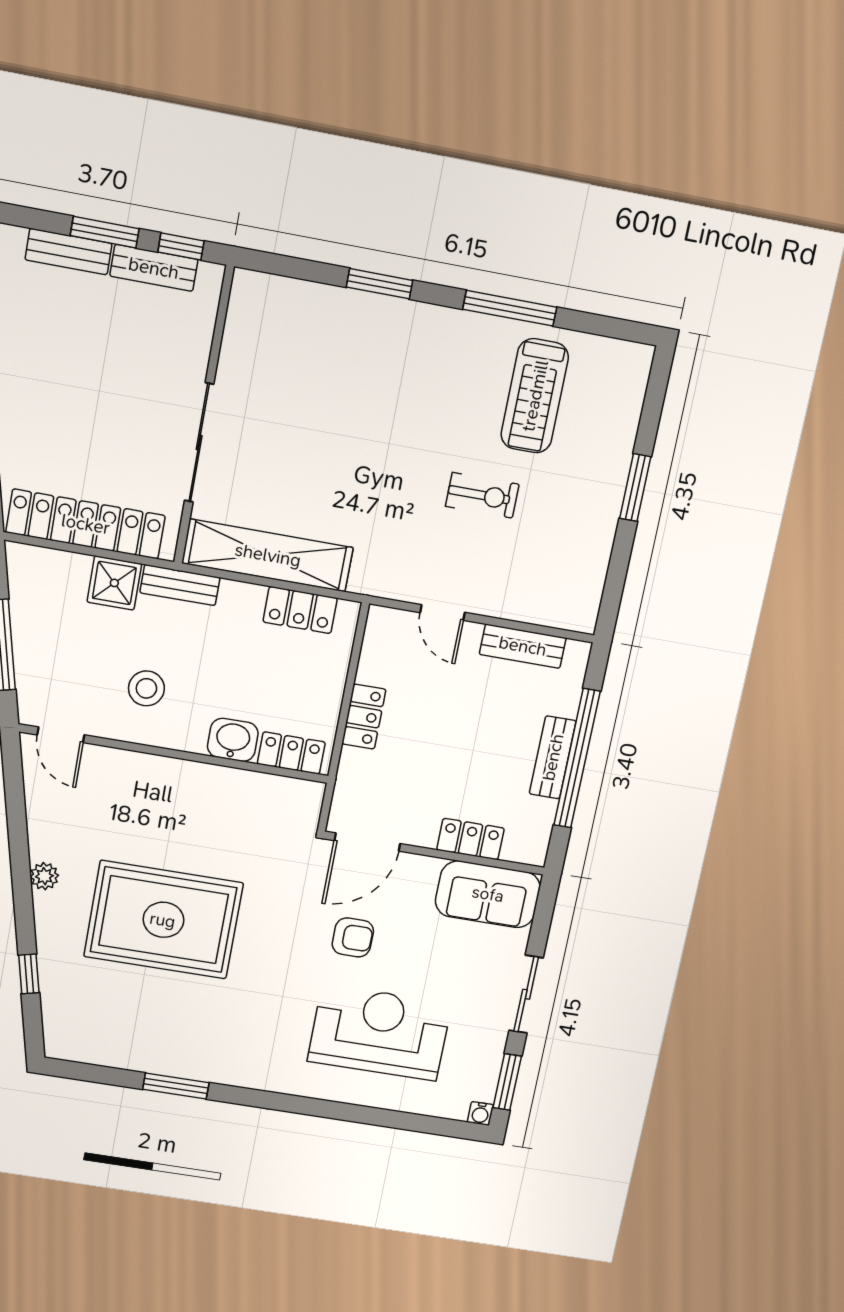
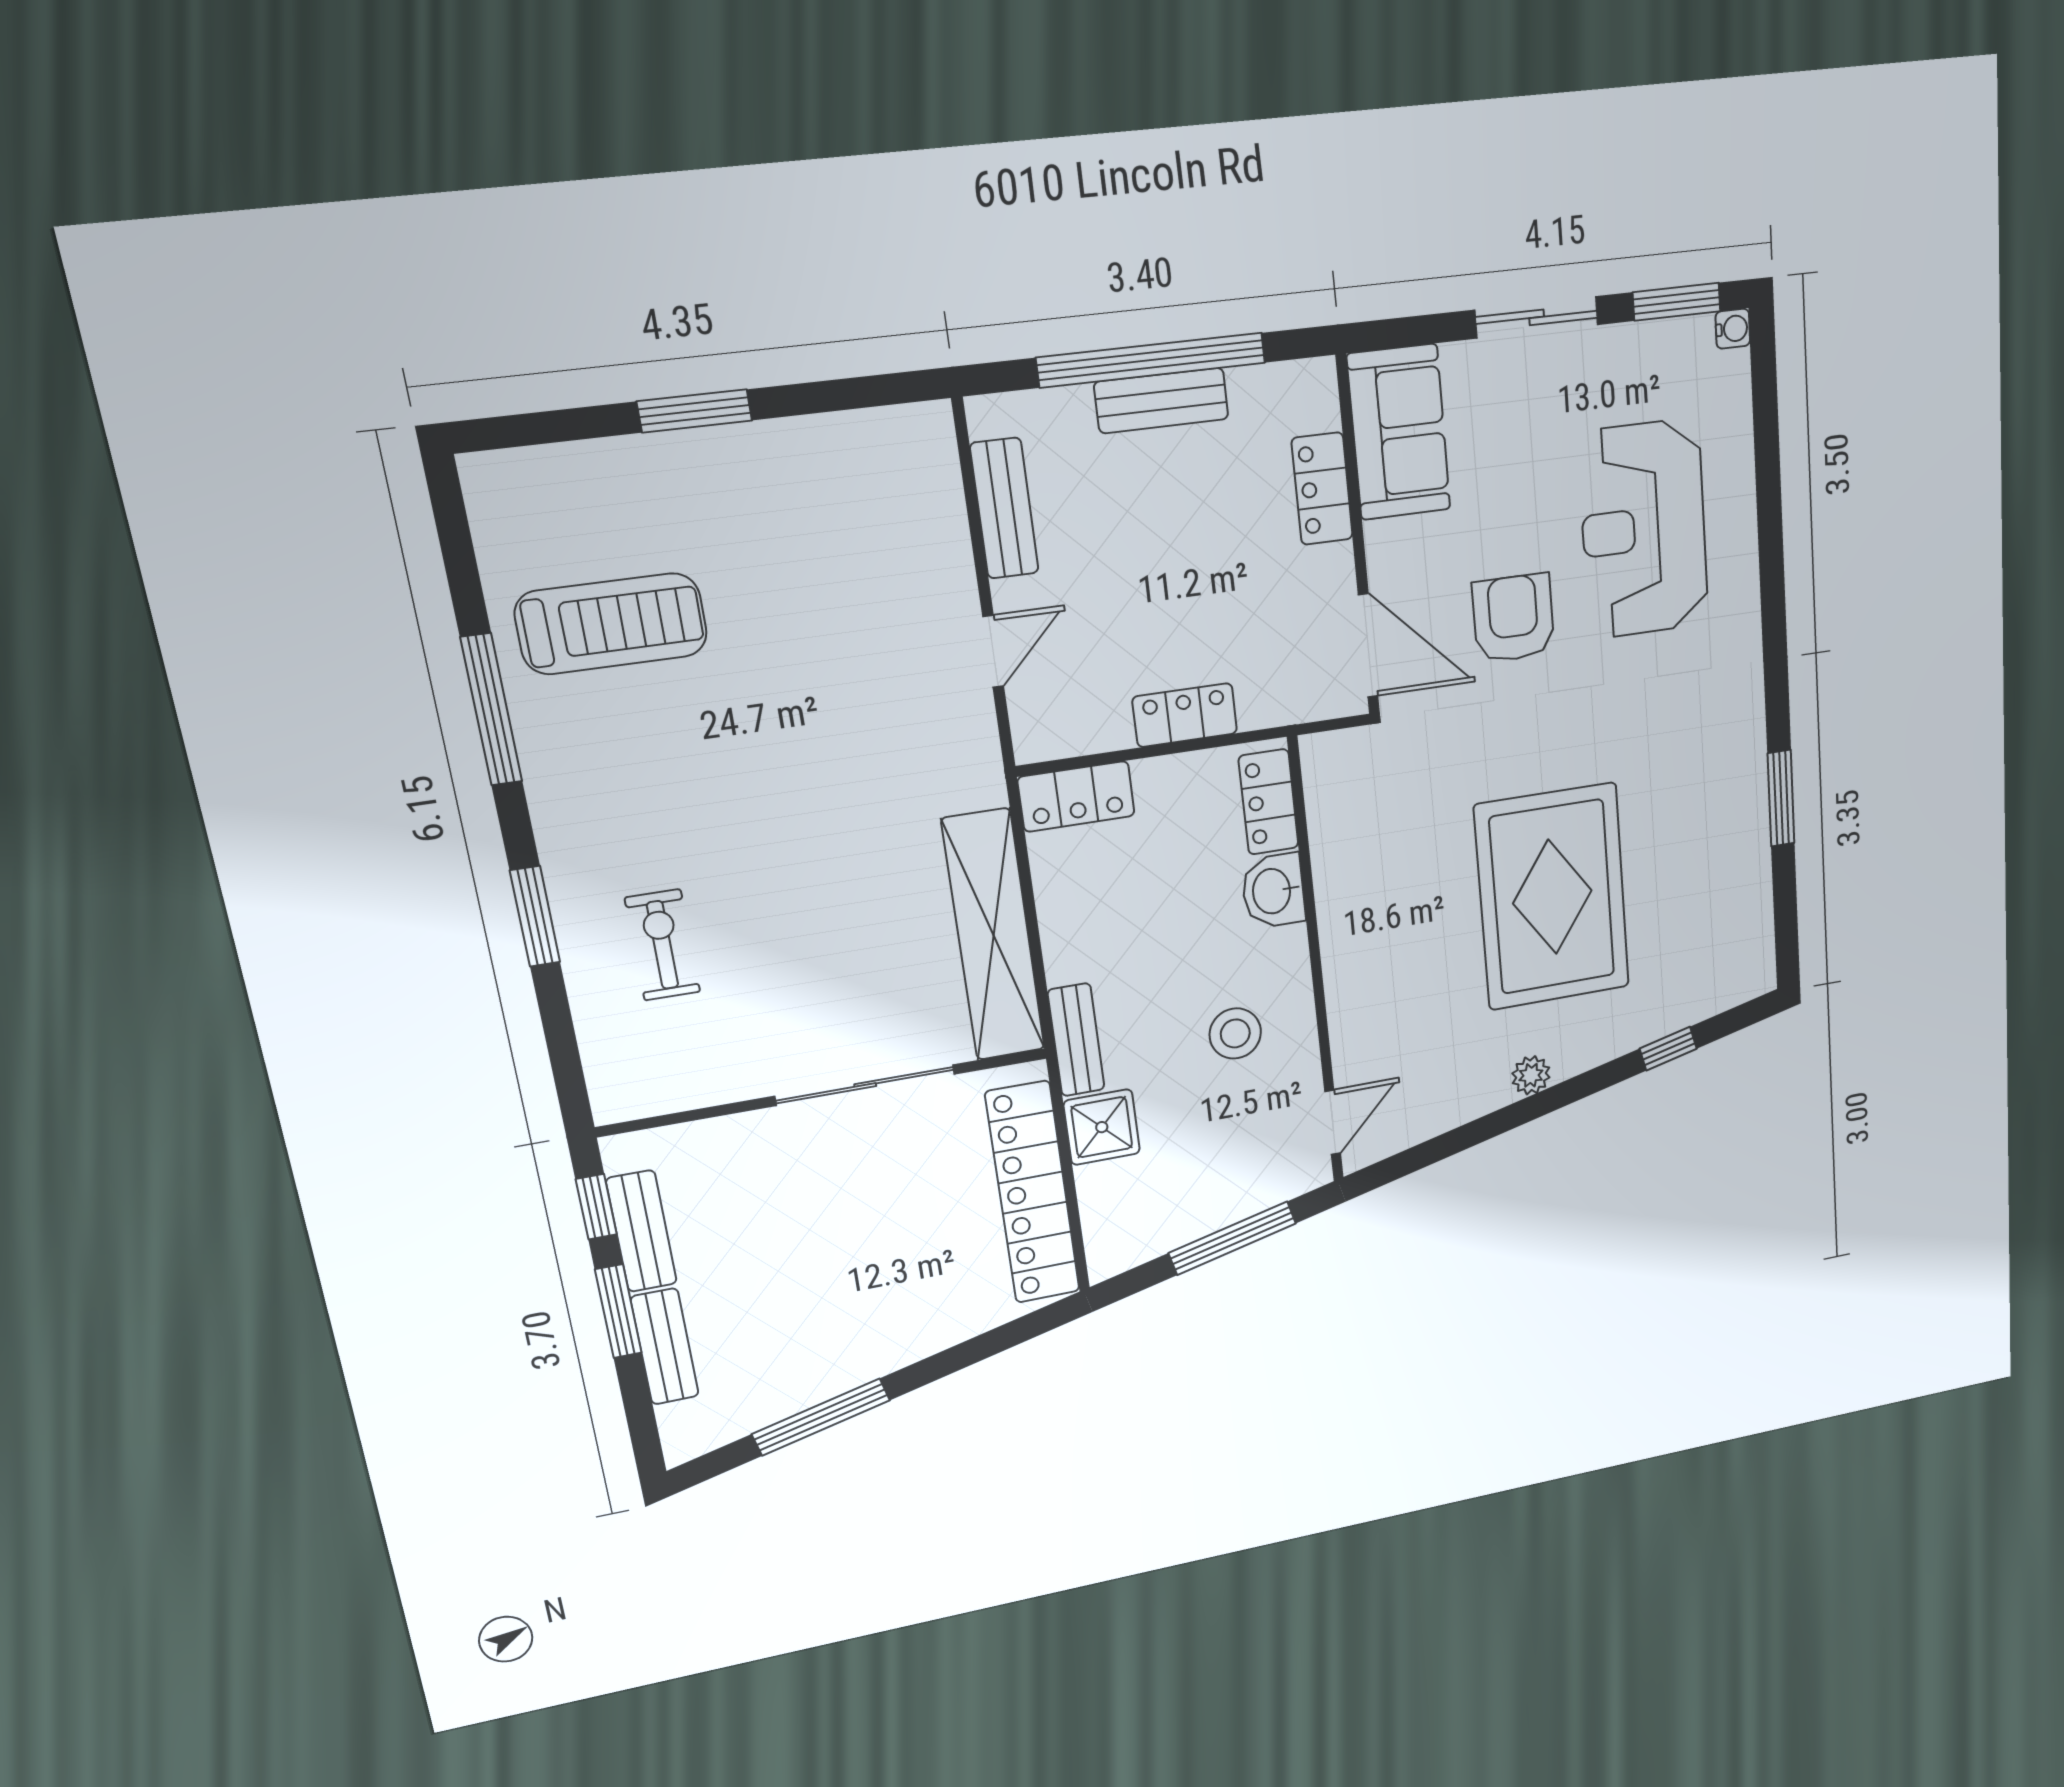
exercise bike: (482, 495) -> (662, 945), moved
locker: (300, 610) -> (1076, 796), moved, turned 90
armchair: (353, 937) -> (1513, 618), width x1.38, depth x1.38

